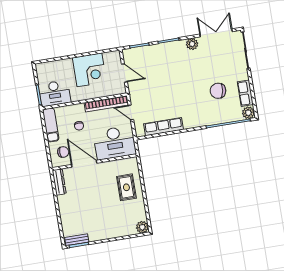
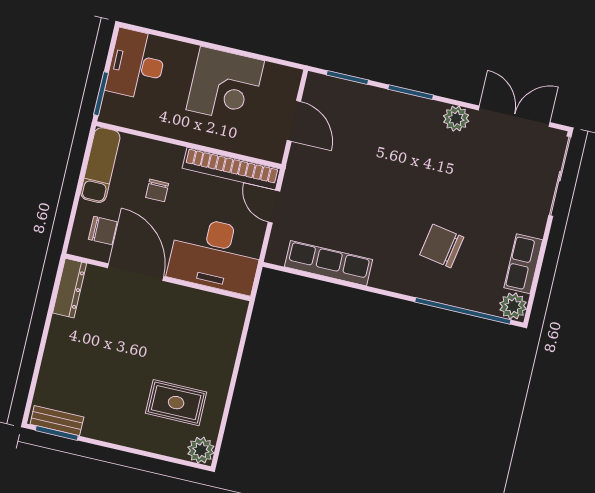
chair: (218, 91) -> (442, 246), moved
desk: (55, 93) -> (137, 64), moved, turned 90
rug: (126, 187) -> (176, 403), moved, turned 90

